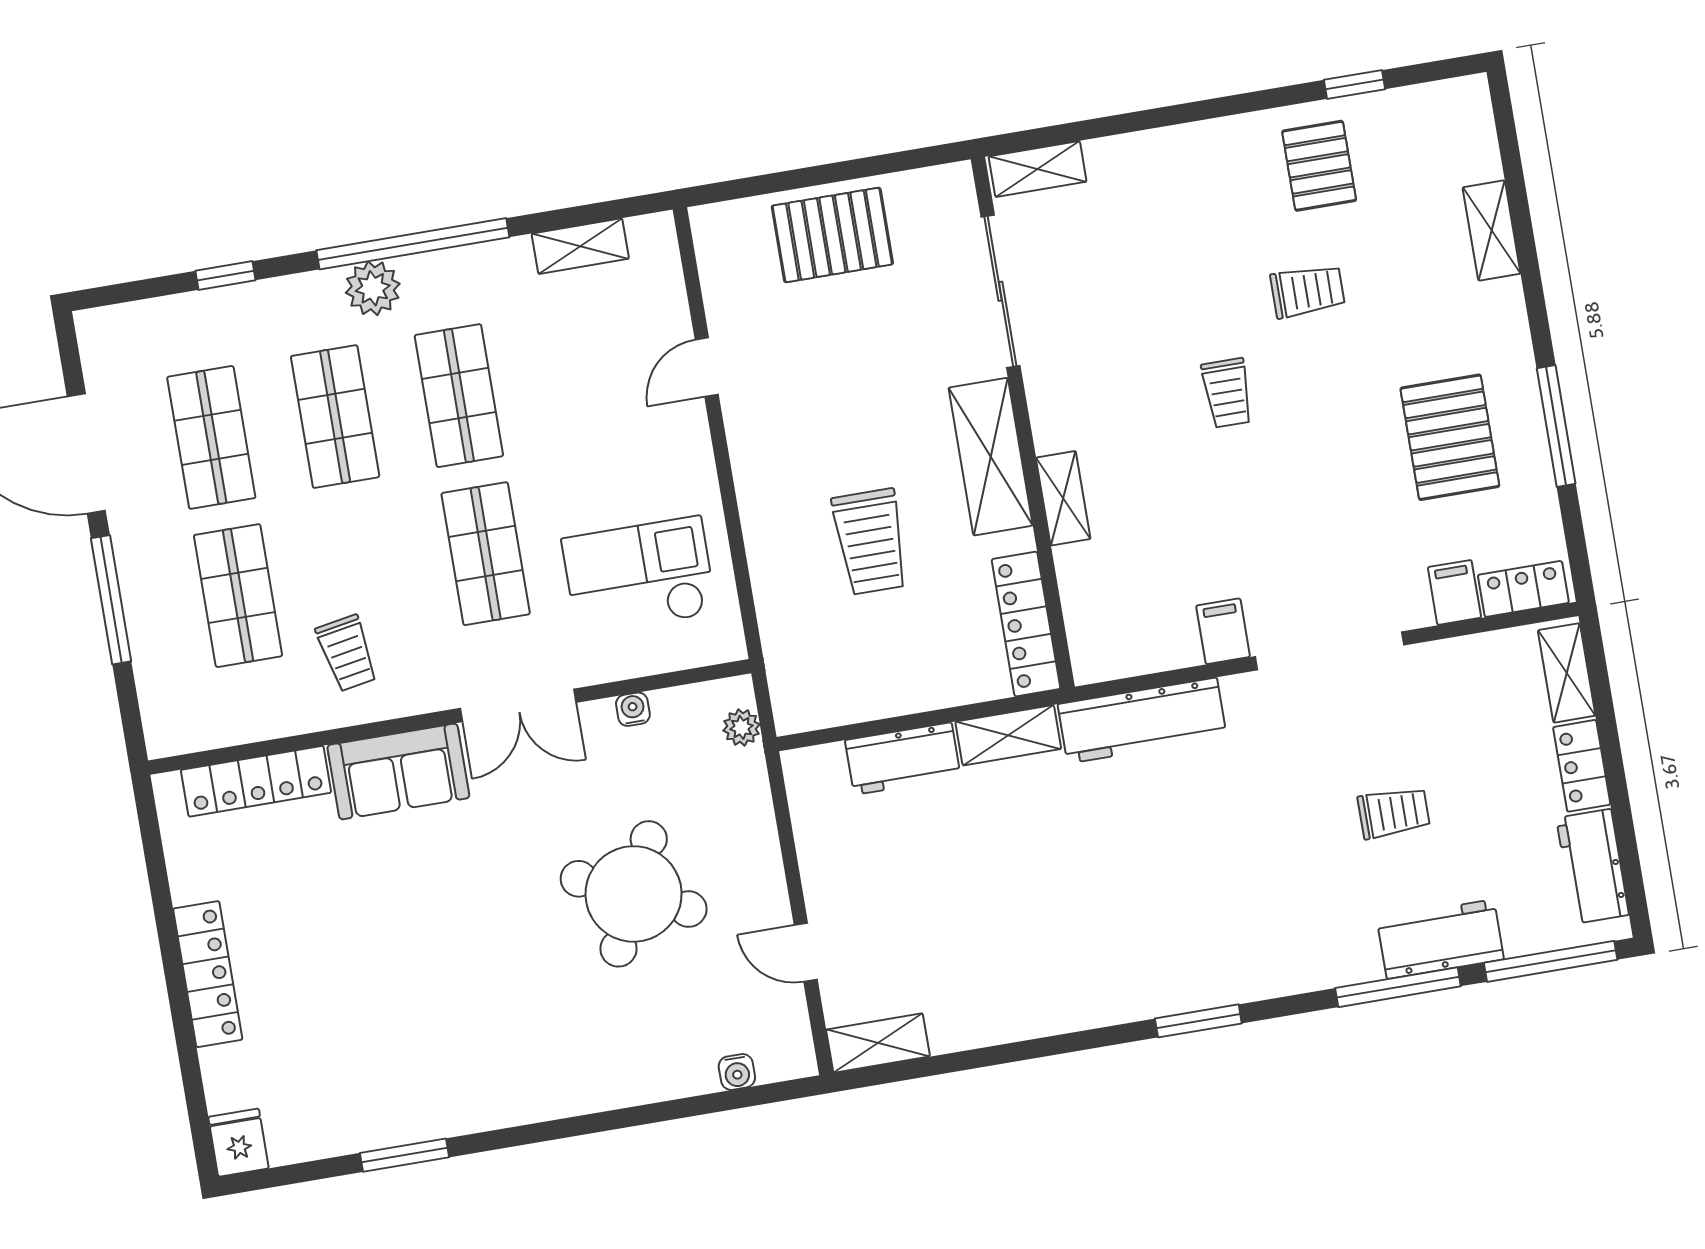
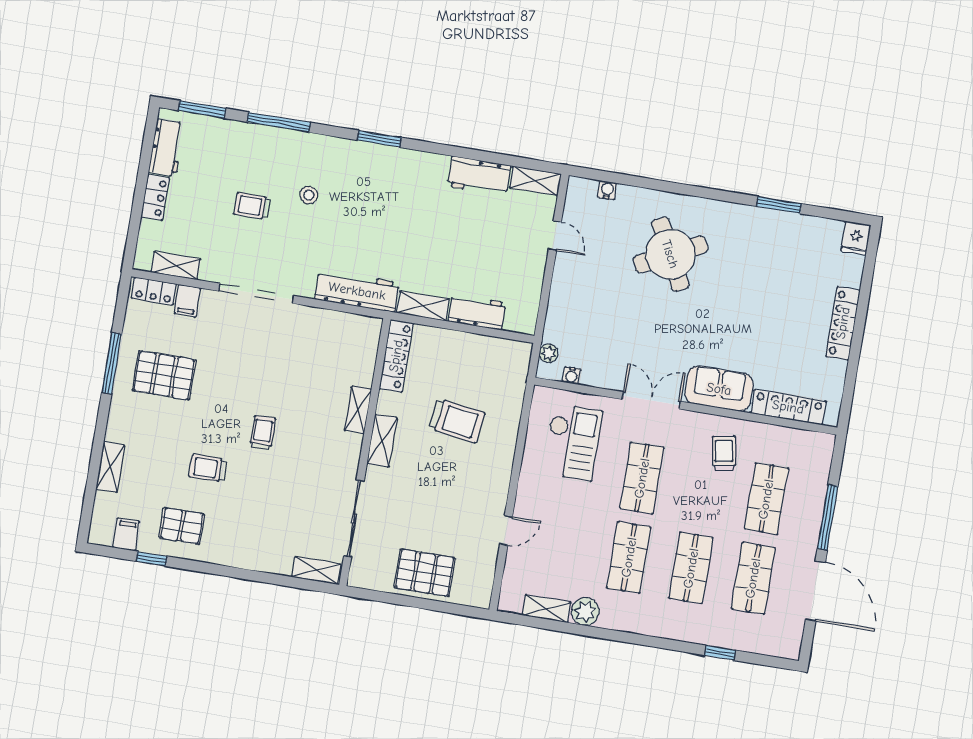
pallet: (1319, 166) -> (182, 526), turned 90
window: (413, 244) -> (626, 637), removed
plant: (373, 288) -> (585, 612), moved
pallet: (1450, 437) -> (164, 375), turned 90
shelving: (991, 457) -> (382, 441), width x0.67, depth x0.75
trolley: (870, 542) -> (457, 421), turned 98
checkout: (639, 576) -> (572, 442), turned -90
filing cabinet: (1223, 631) -> (126, 534), moved, turned 180
shelving: (1567, 673) -> (176, 266), moved, turned 90
water cooler: (633, 709) -> (571, 375), moved
stool: (1294, 870) -> (309, 195), added
round table: (634, 894) -> (670, 254), moved, turned 38
workbench: (1440, 939) -> (479, 176), moved
window: (1551, 961) -> (202, 109), width x0.69

